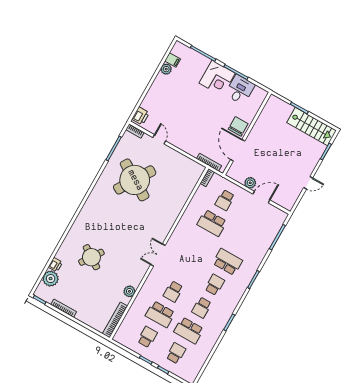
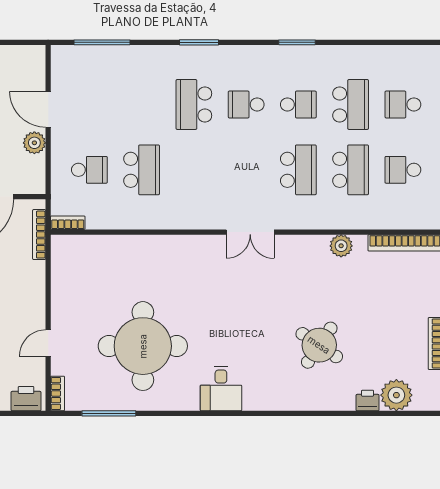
round table: (135, 180) -> (143, 346), turned -32
desk: (97, 204) -> (221, 389), added
school desk: (173, 291) -> (298, 170), width x1.85

